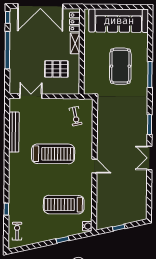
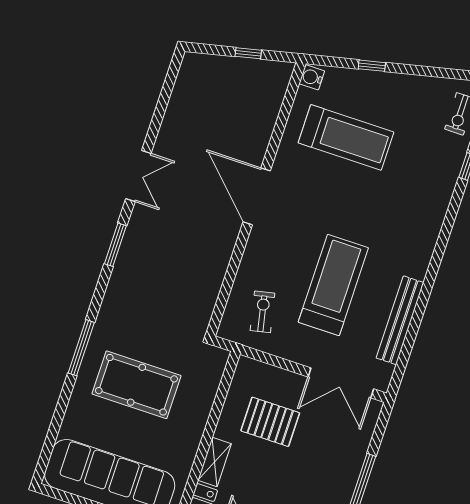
pool table: (120, 66) -> (136, 385), turned 90
double door: (31, 96) -> (341, 383), width x1.37
treadmill: (53, 154) -> (333, 285), moved, turned 90
door: (94, 166) -> (257, 196), width x1.88

